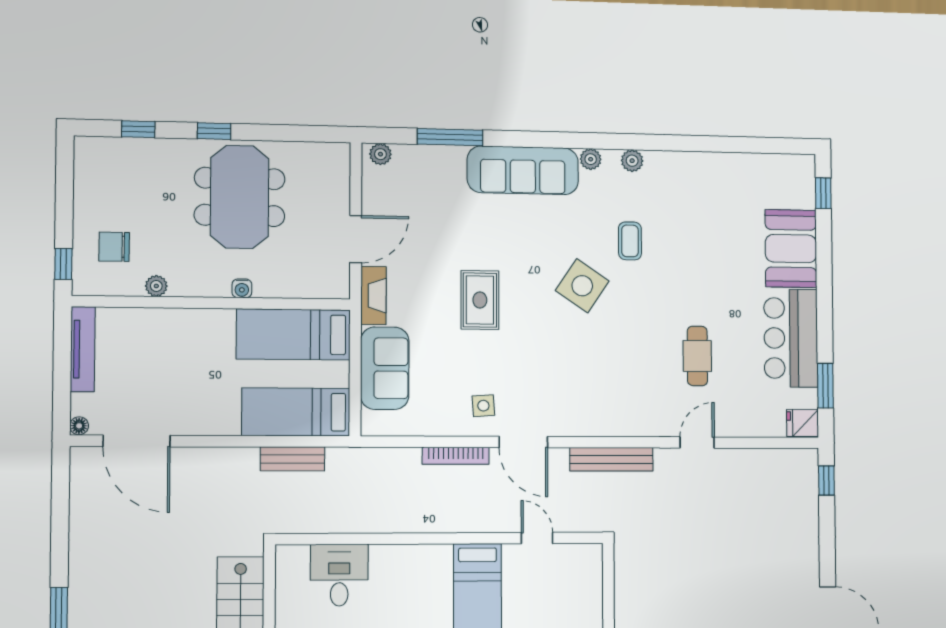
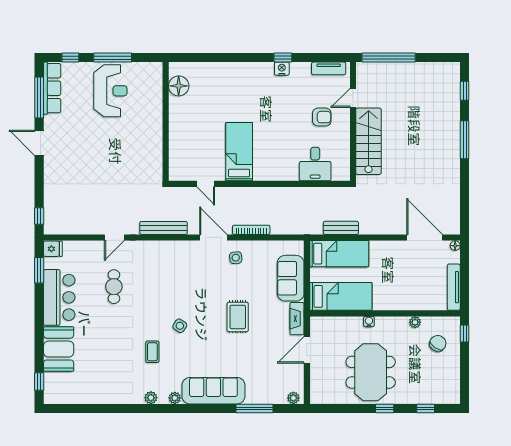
chair: (114, 247) -> (438, 343), turned -56
side table: (582, 286) -> (180, 326), width x0.54, depth x0.54

